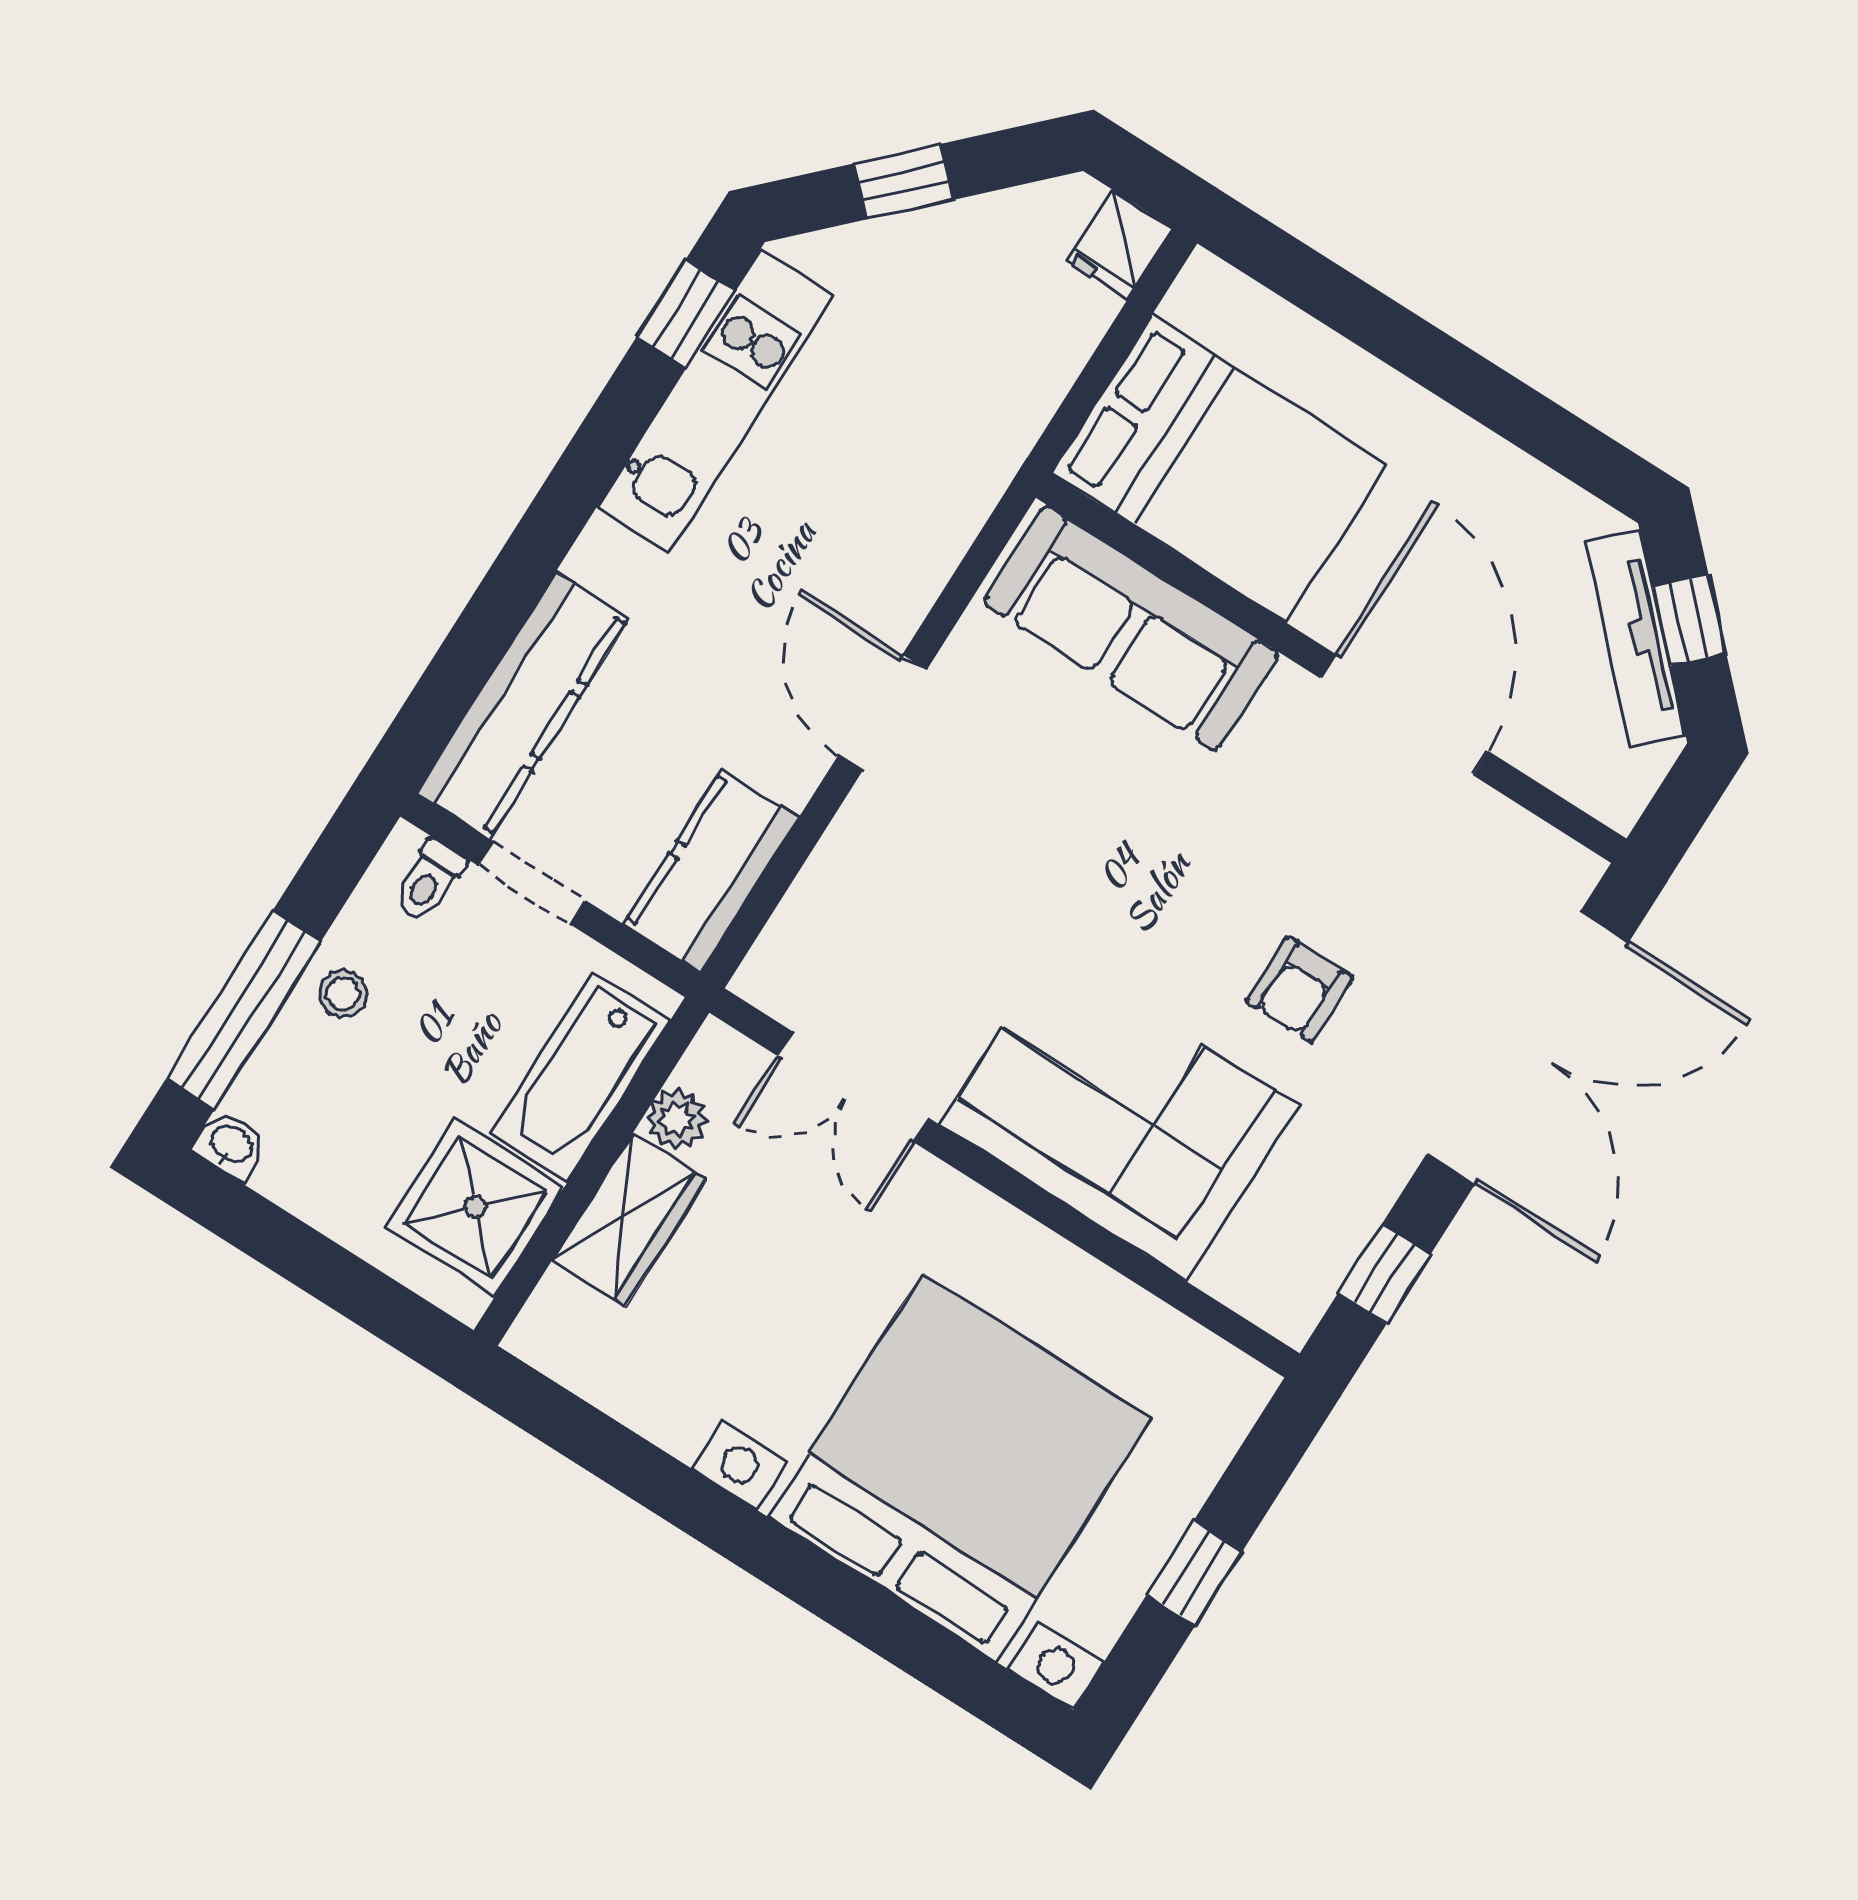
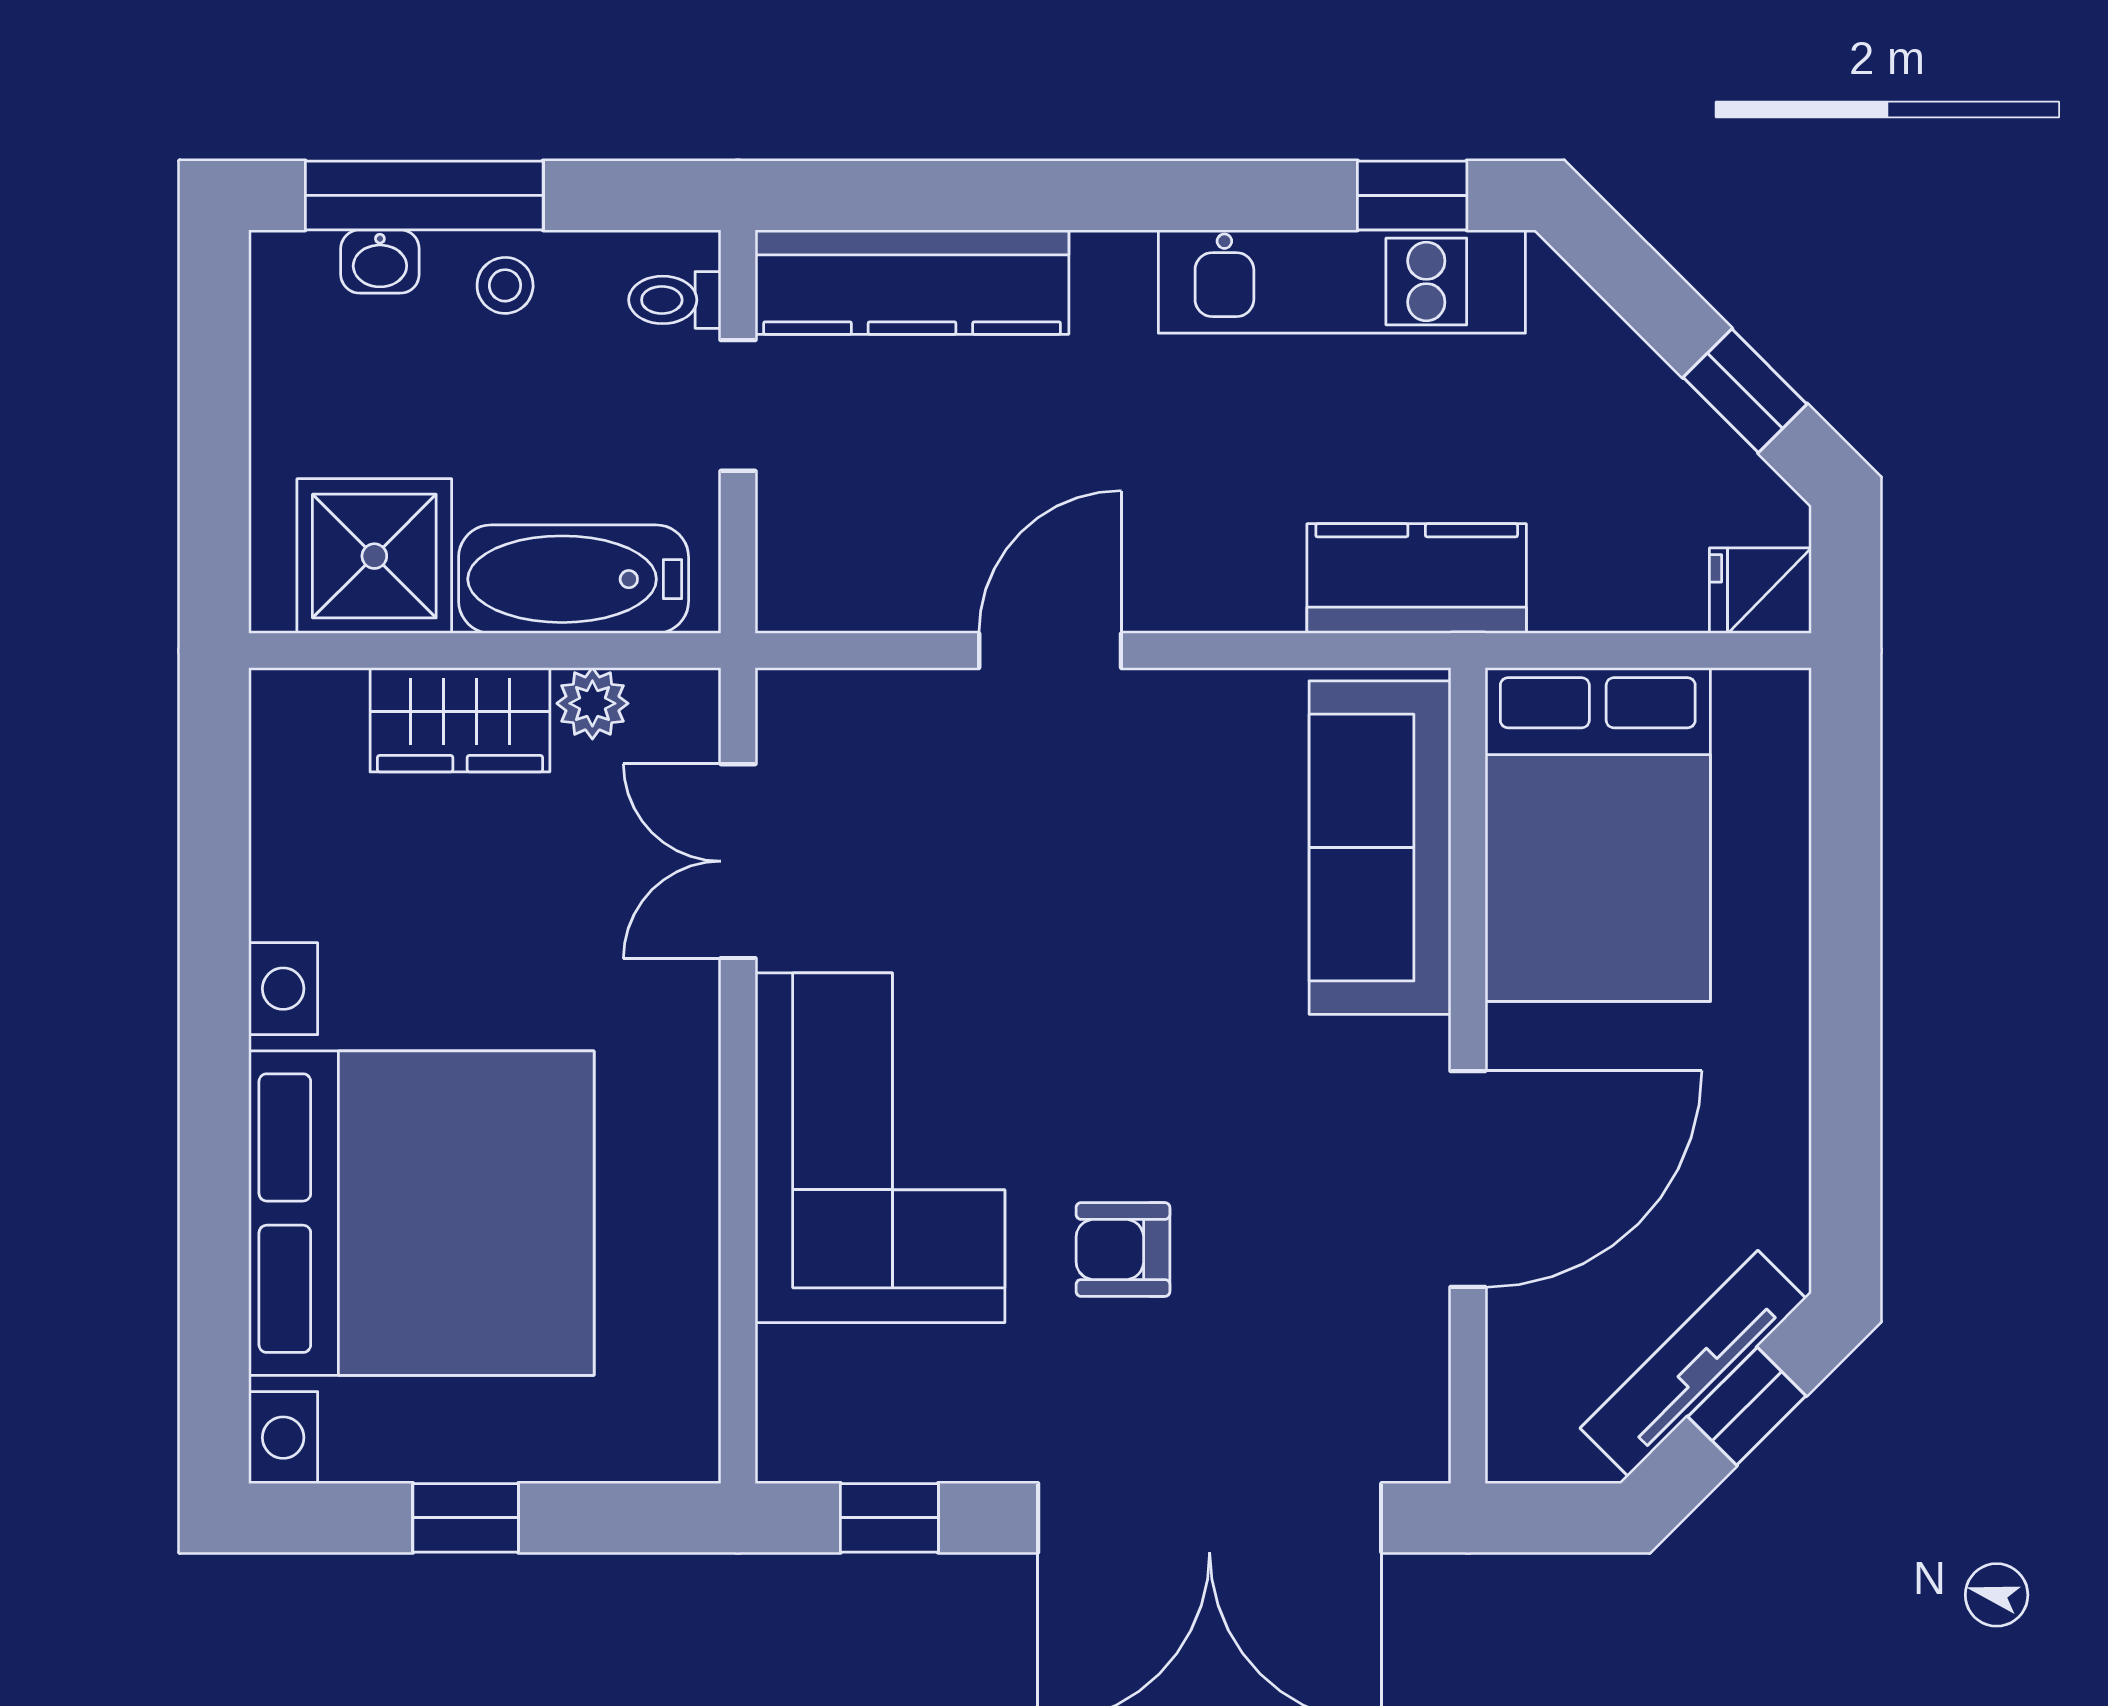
window: (904, 182) -> (1745, 391), moved
door: (882, 713) -> (1050, 651), moved
kitchen counter: (711, 871) -> (1417, 579), moved
washbasin: (231, 1145) -> (380, 261), moved, turned 90

